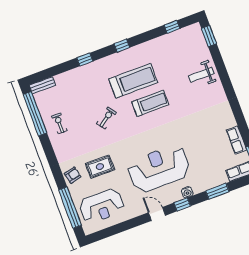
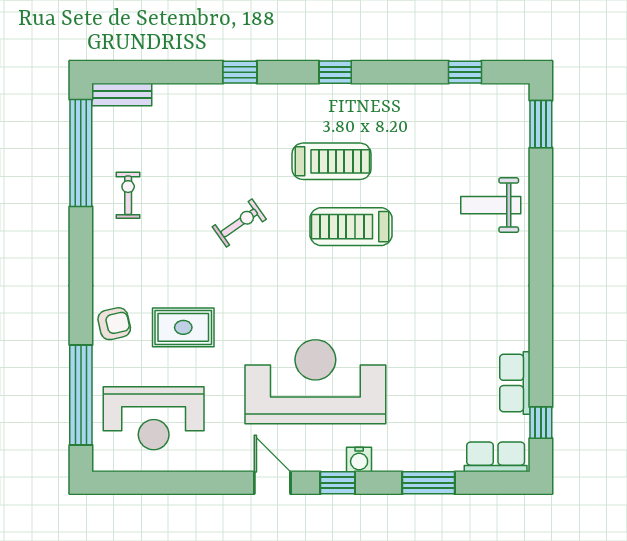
treadmill: (133, 81) -> (331, 161), width x0.73, depth x0.73
treadmill: (150, 103) -> (351, 227), turned 180

